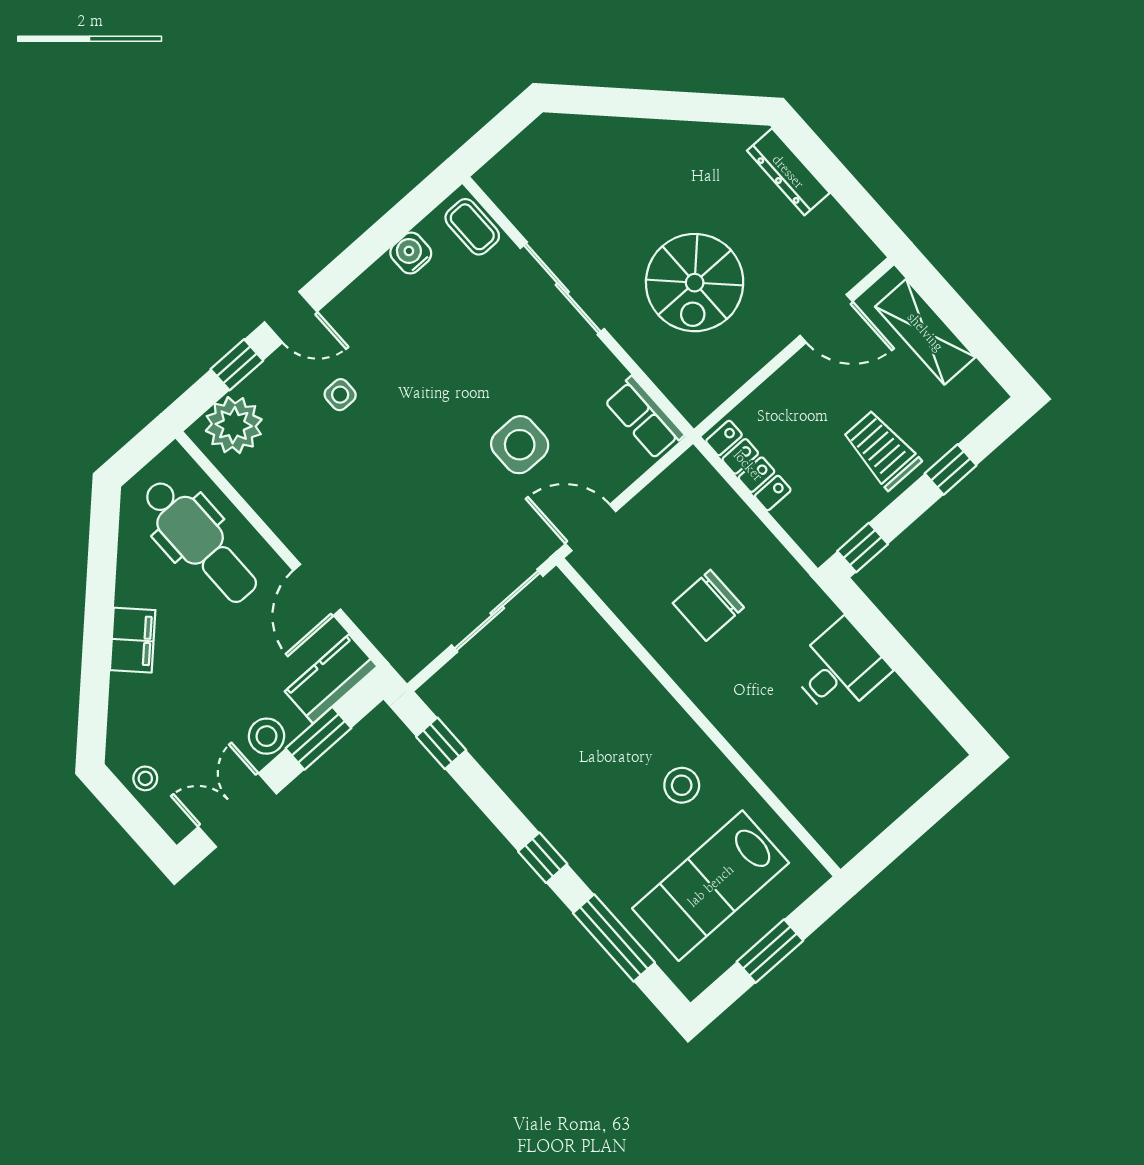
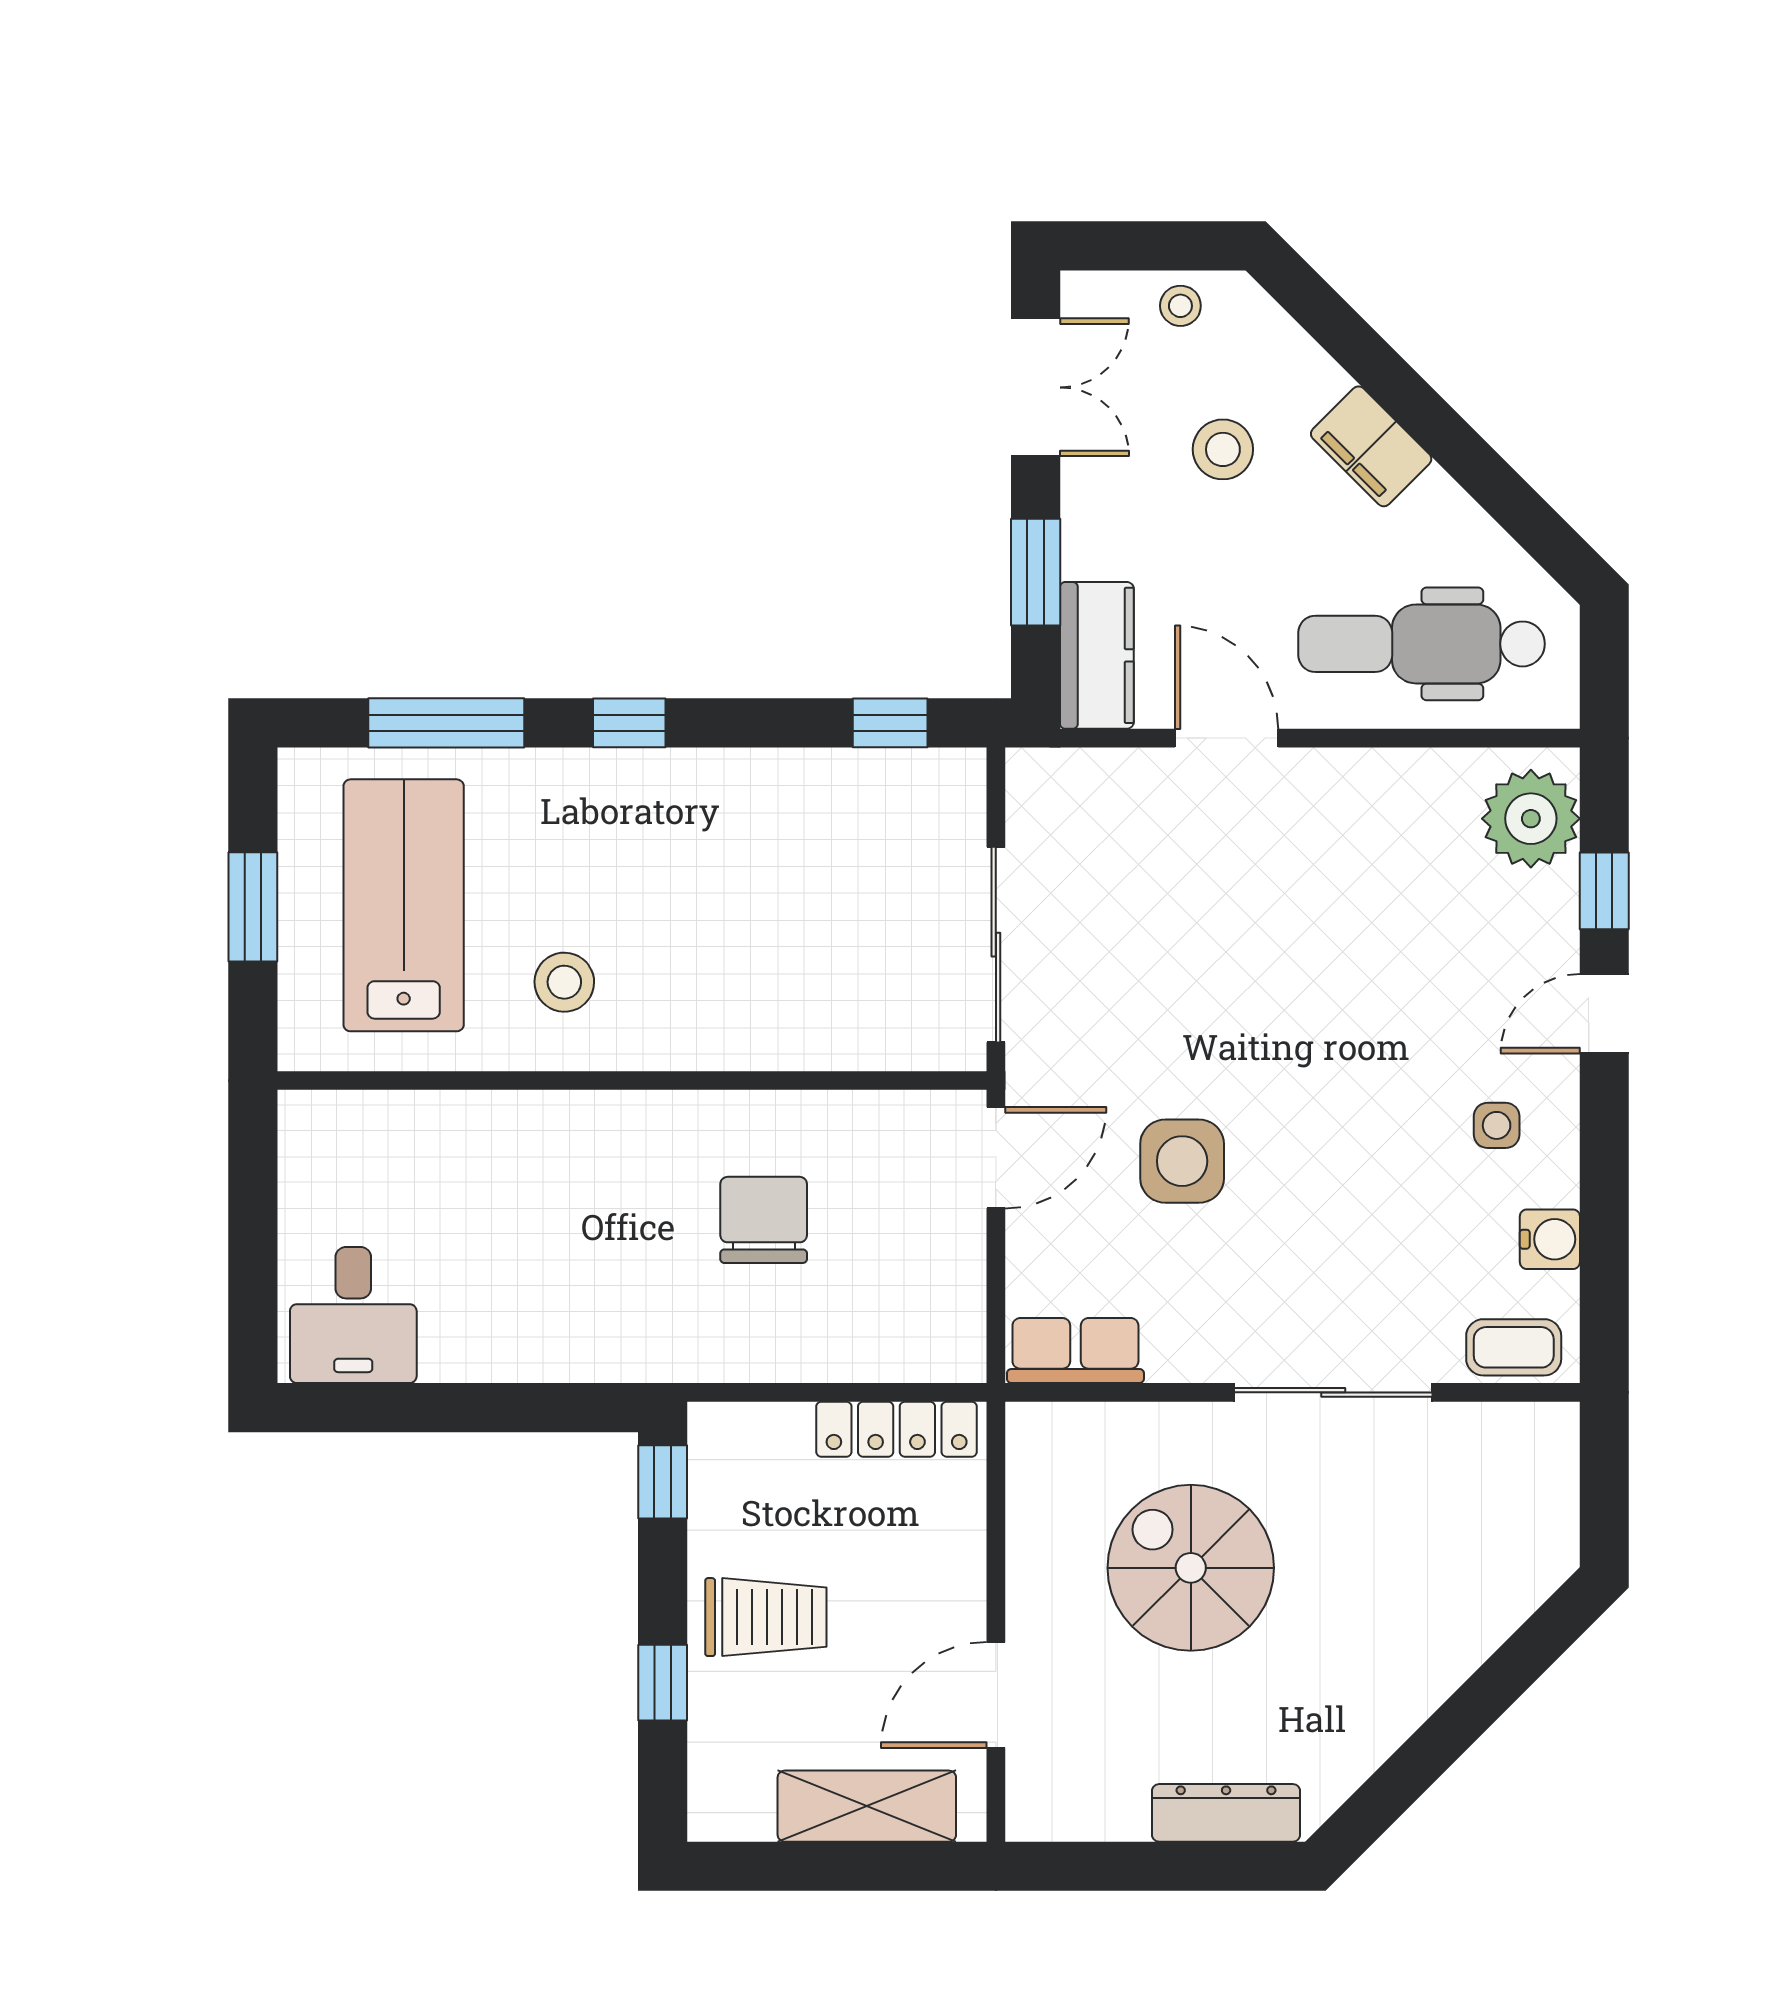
side table: (340, 395) -> (1497, 1125), moved
desk: (839, 669) -> (353, 1315), moved
stool: (267, 736) -> (1223, 449), moved

